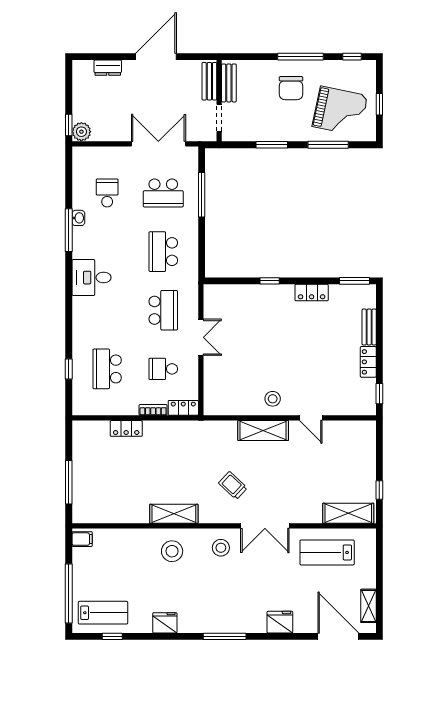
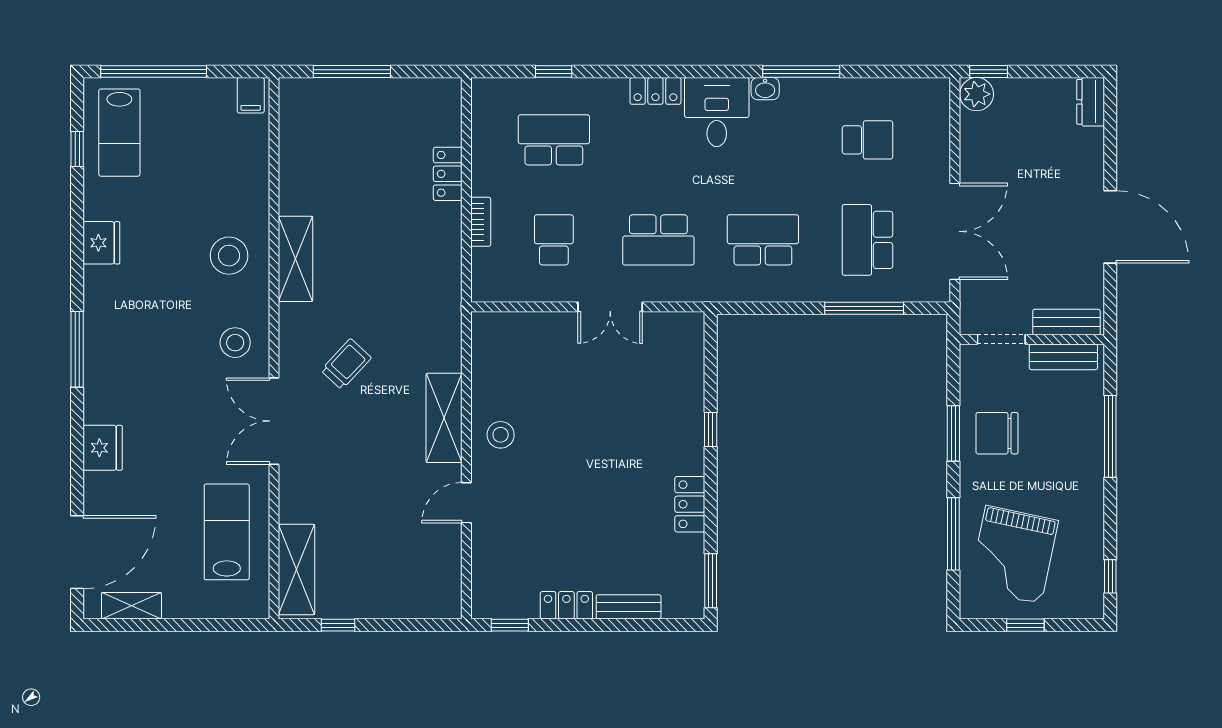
window: (300, 57) -> (1110, 436), moved
dresser: (108, 68) -> (1091, 102), moved
chair: (291, 88) -> (997, 433), moved
washbasin: (78, 218) -> (765, 89), moved
locker: (183, 408) -> (655, 91), moved, turned 90

